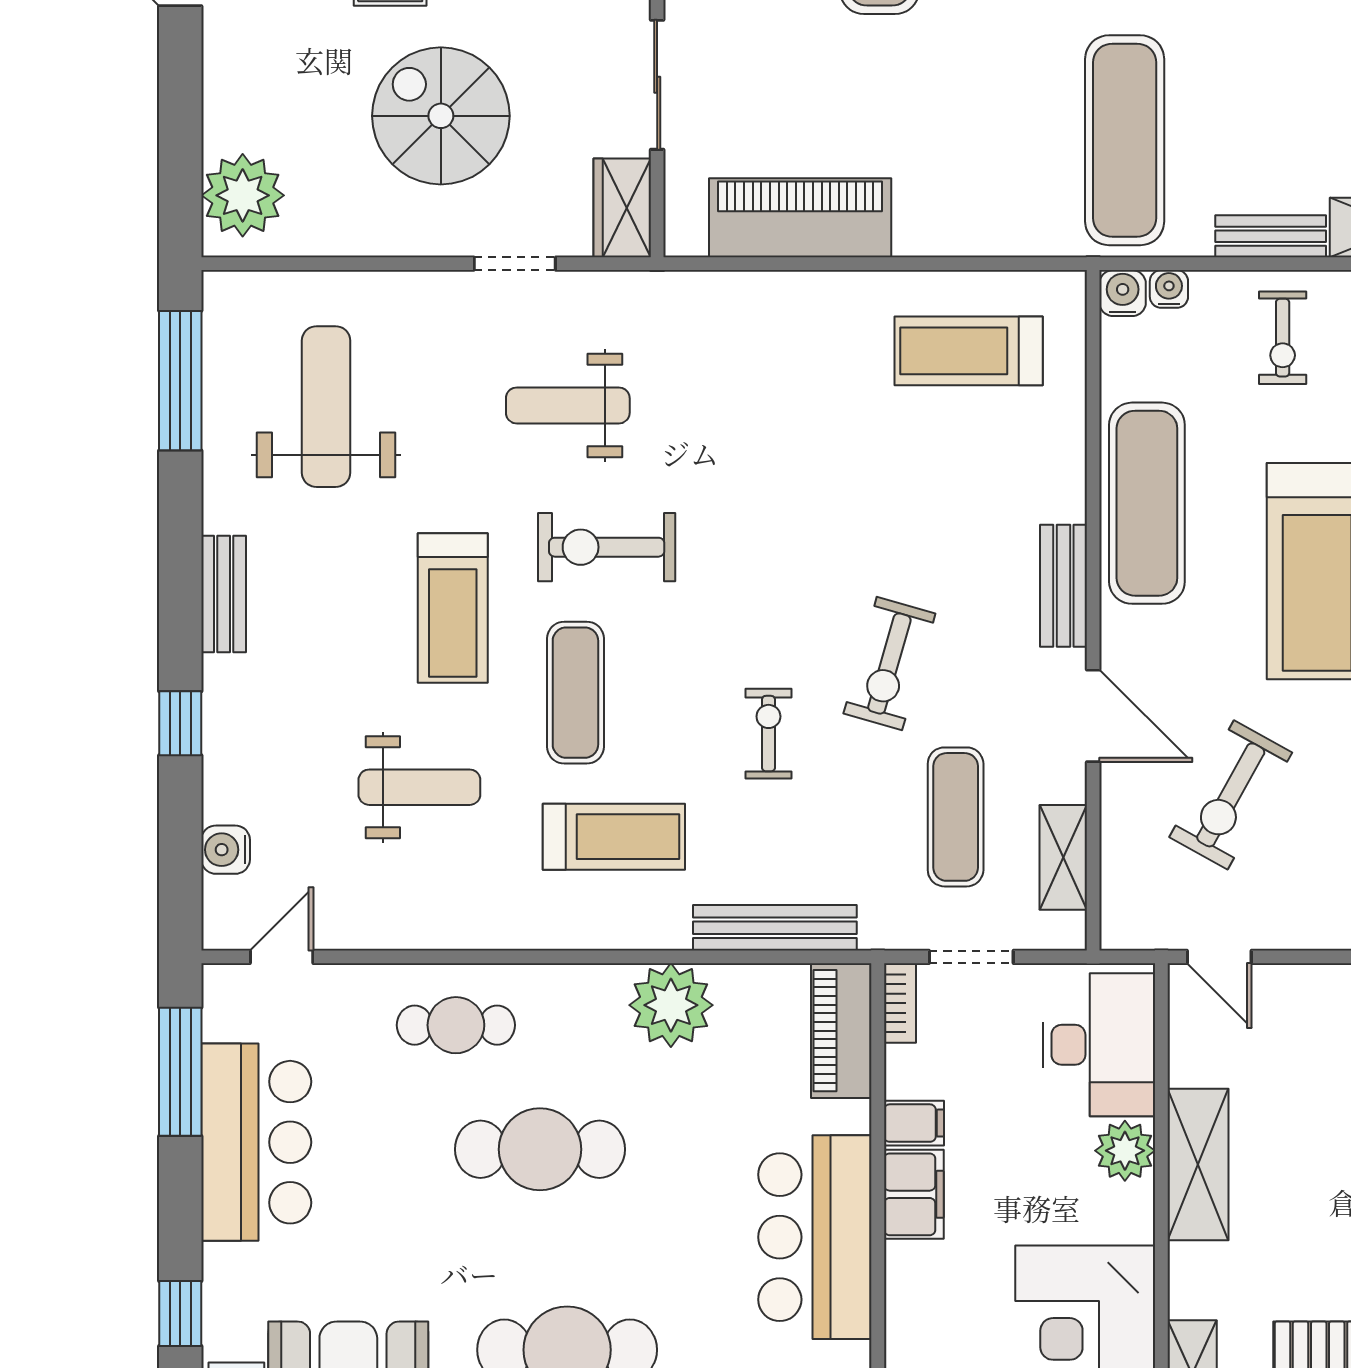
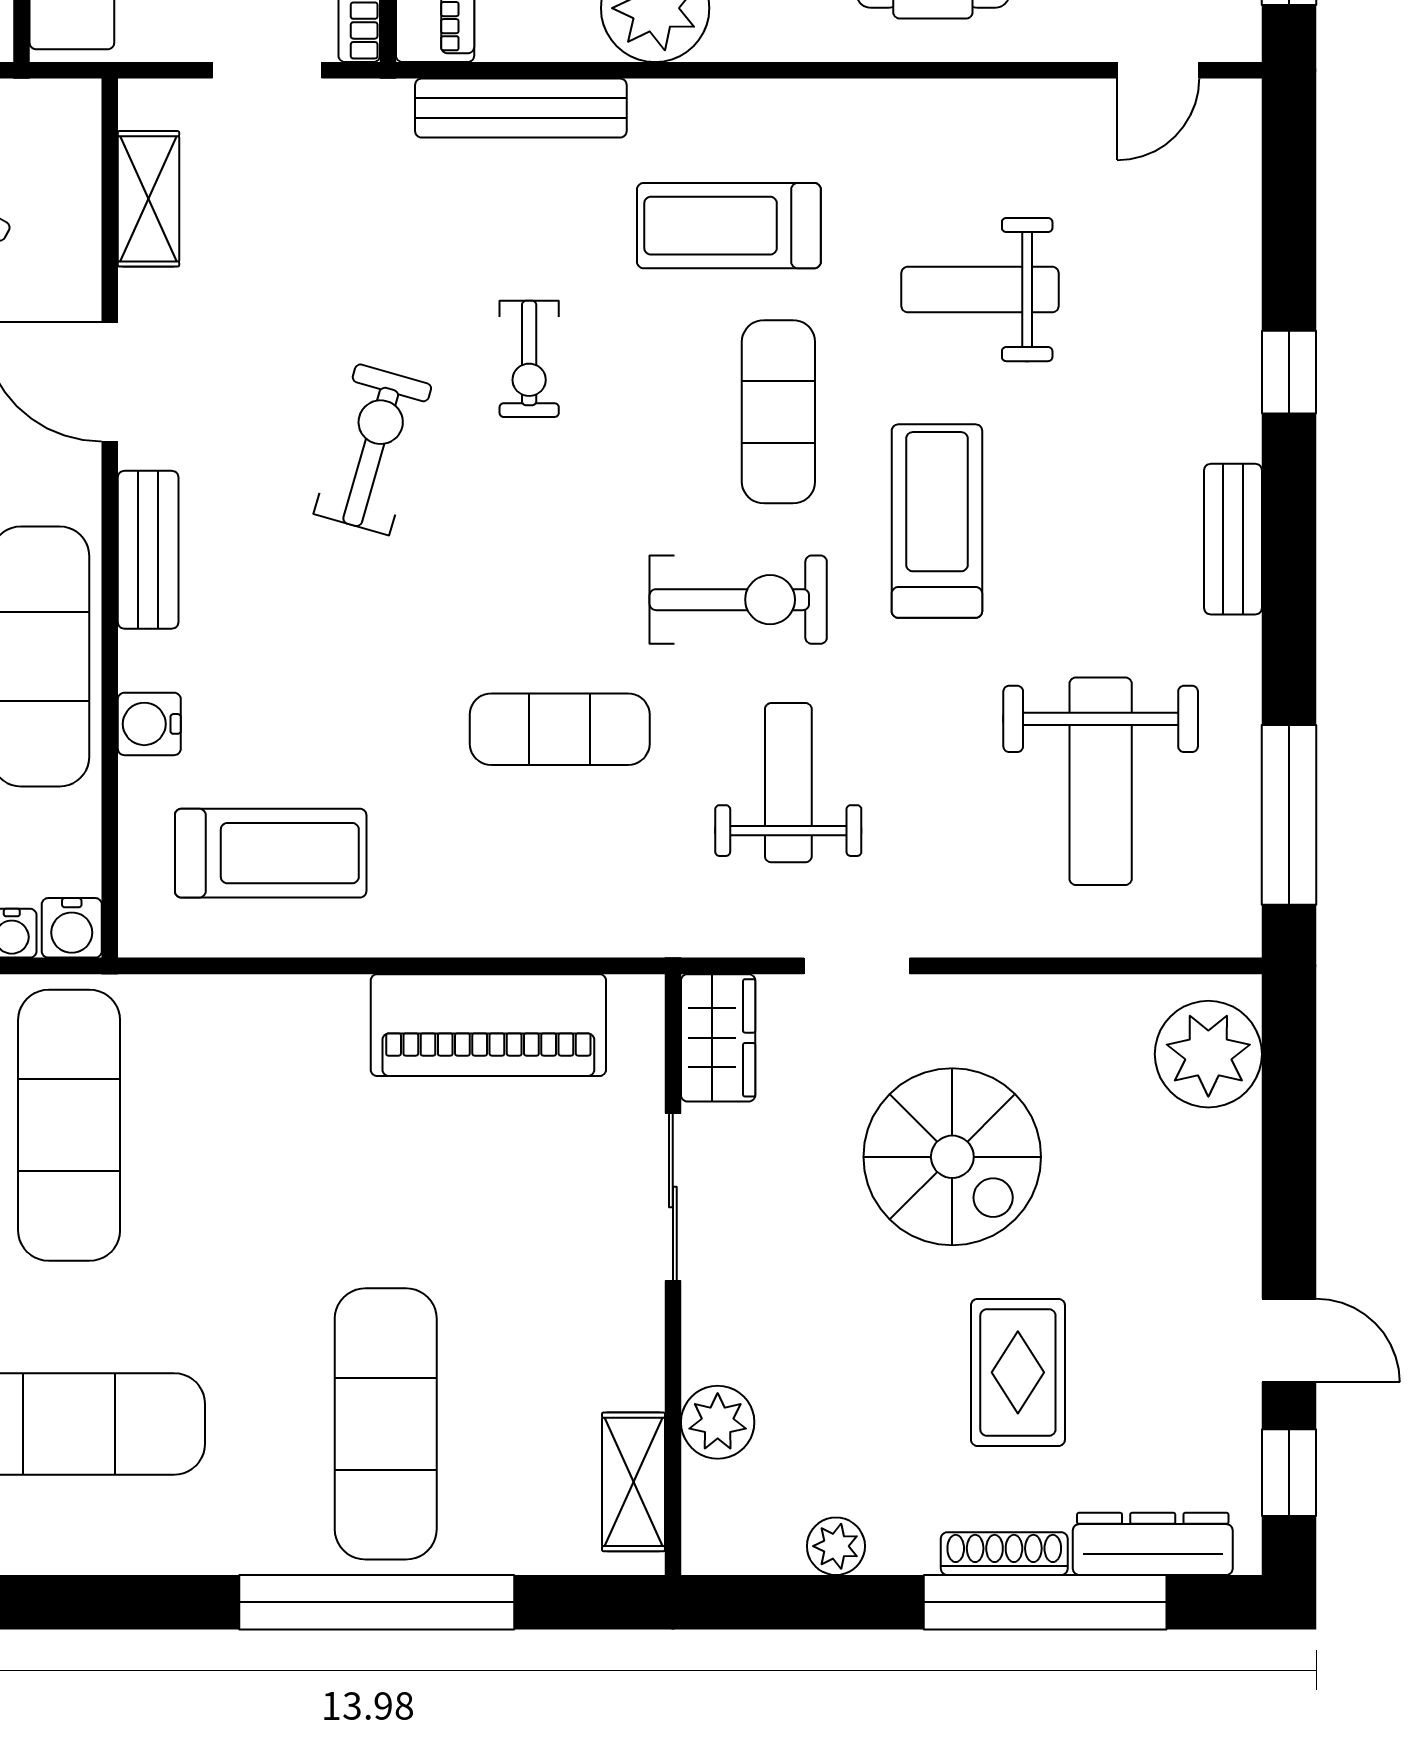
weight bench: (568, 405) -> (788, 783), turned -90
exercise mat: (956, 817) -> (560, 729), moved, turned 90
water cooler: (226, 850) -> (149, 724), moved, turned 180

